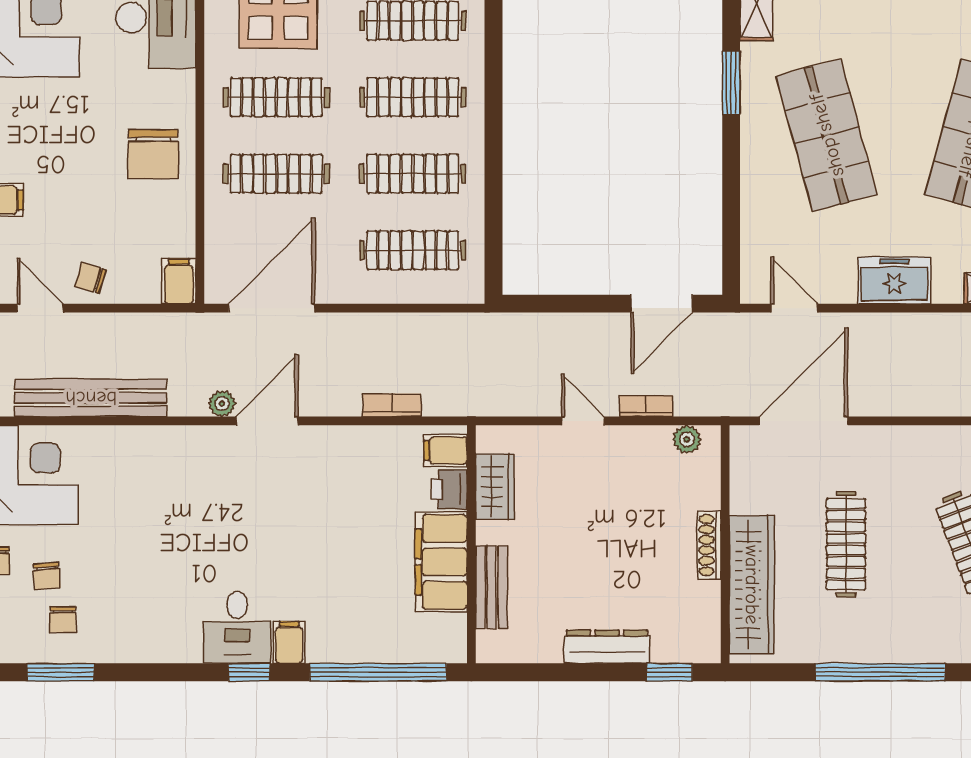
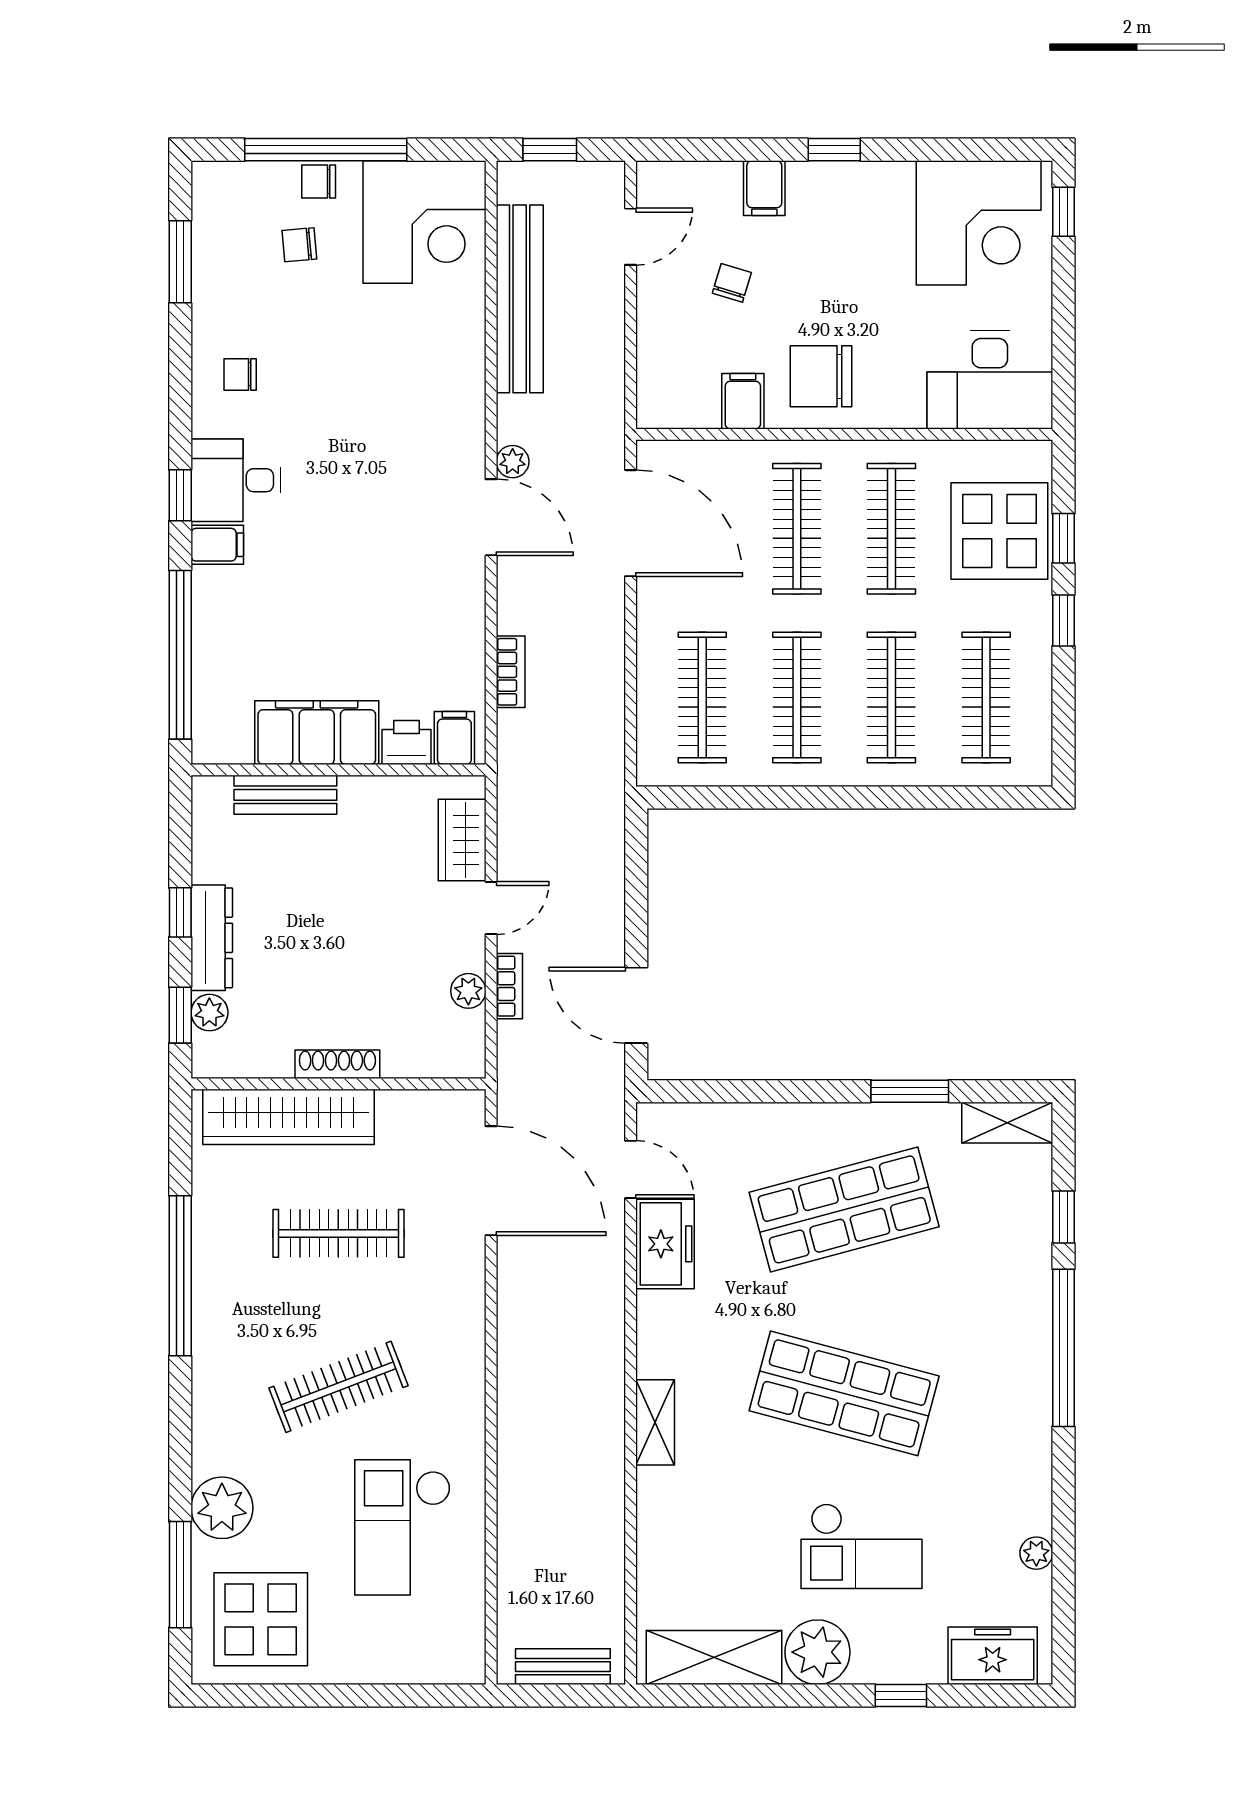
chair: (90, 278) -> (732, 283), moved
freezer: (894, 280) -> (665, 1244), moved
filing cabinet: (179, 281) -> (743, 401), moved, turned -90
door: (794, 308) -> (631, 1169), hinge flipped
plant: (687, 439) -> (468, 991), moved
wardrobe: (495, 487) -> (462, 840), moved, turned 90
chair: (63, 619) -> (240, 374), moved
plant: (667, 649) -> (209, 1013), added
window: (586, 672) -> (180, 912), added

